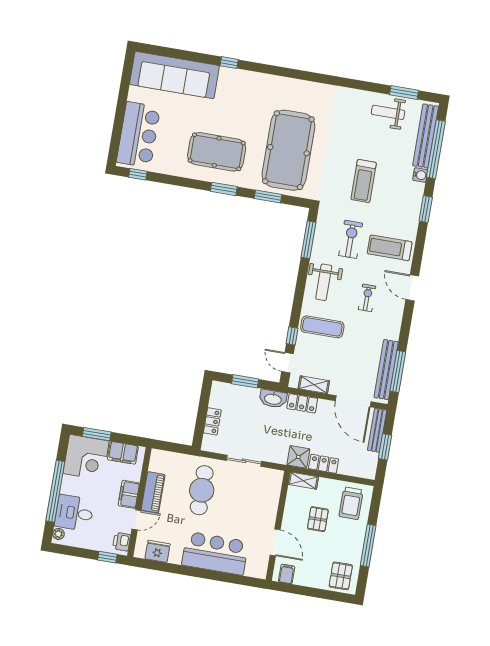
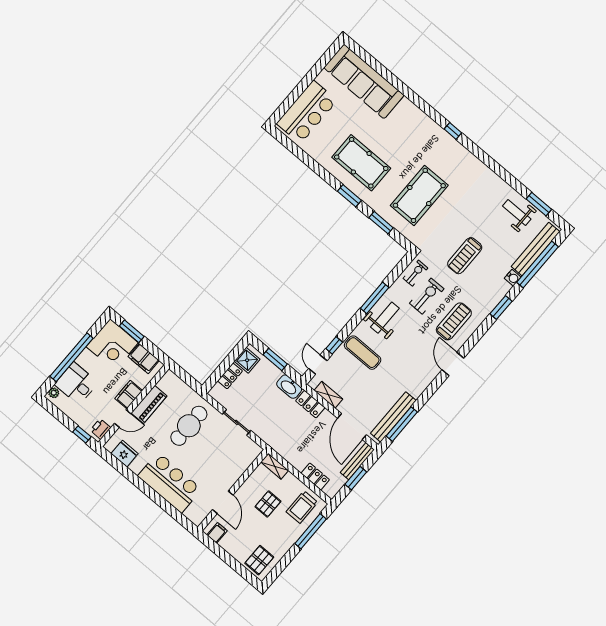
window: (229, 63) -> (453, 131), moved
pool table: (288, 150) -> (419, 195), width x0.73, depth x0.76
window: (138, 174) -> (288, 143), removed
window: (308, 240) -> (375, 298), moved
treadmill: (390, 248) -> (454, 321), turned 90
weight bench: (324, 282) -> (385, 318), turned 180
exercise bike: (367, 298) -> (415, 273), moved
shower: (298, 457) -> (247, 360), moved
locker: (324, 464) -> (315, 476), moved
window: (368, 545) -> (311, 531), moved

